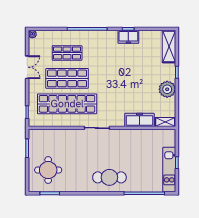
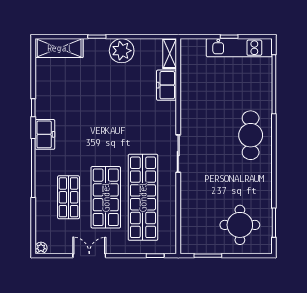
freezer: (128, 37) -> (45, 134), moved
freezer: (139, 120) -> (167, 85), width x0.71

